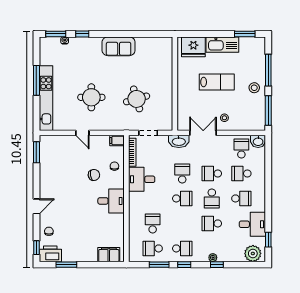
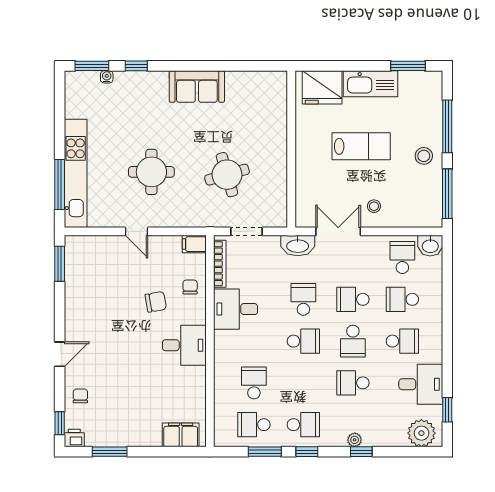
window: (36, 80) -> (60, 185), moved
printer: (50, 254) -> (74, 438), width x0.53, depth x0.68

